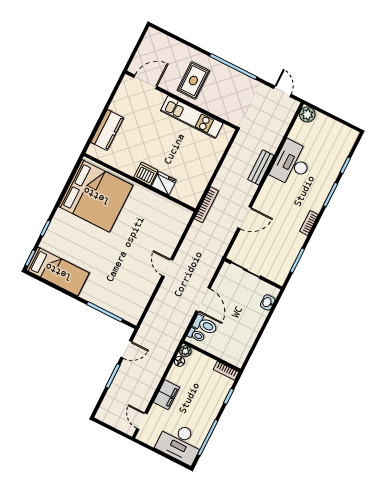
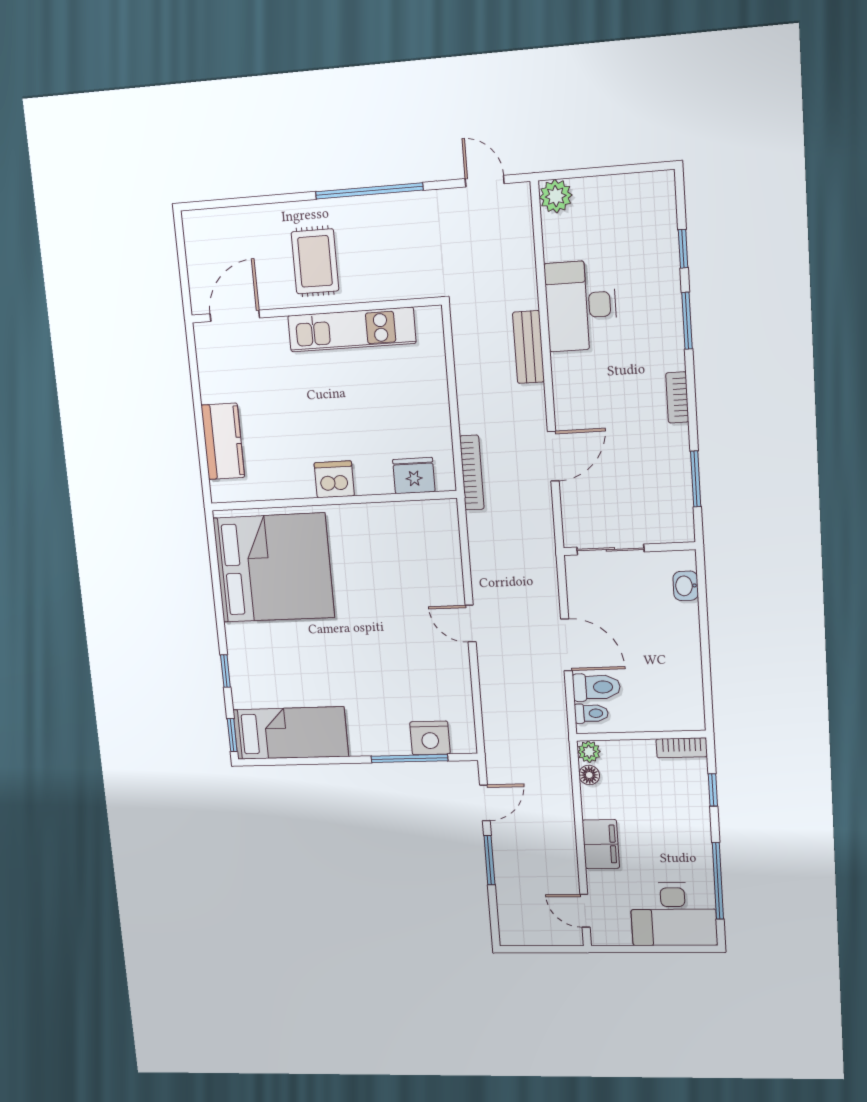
fridge: (164, 183) -> (414, 476), moved
nightstand: (119, 308) -> (430, 738), added

